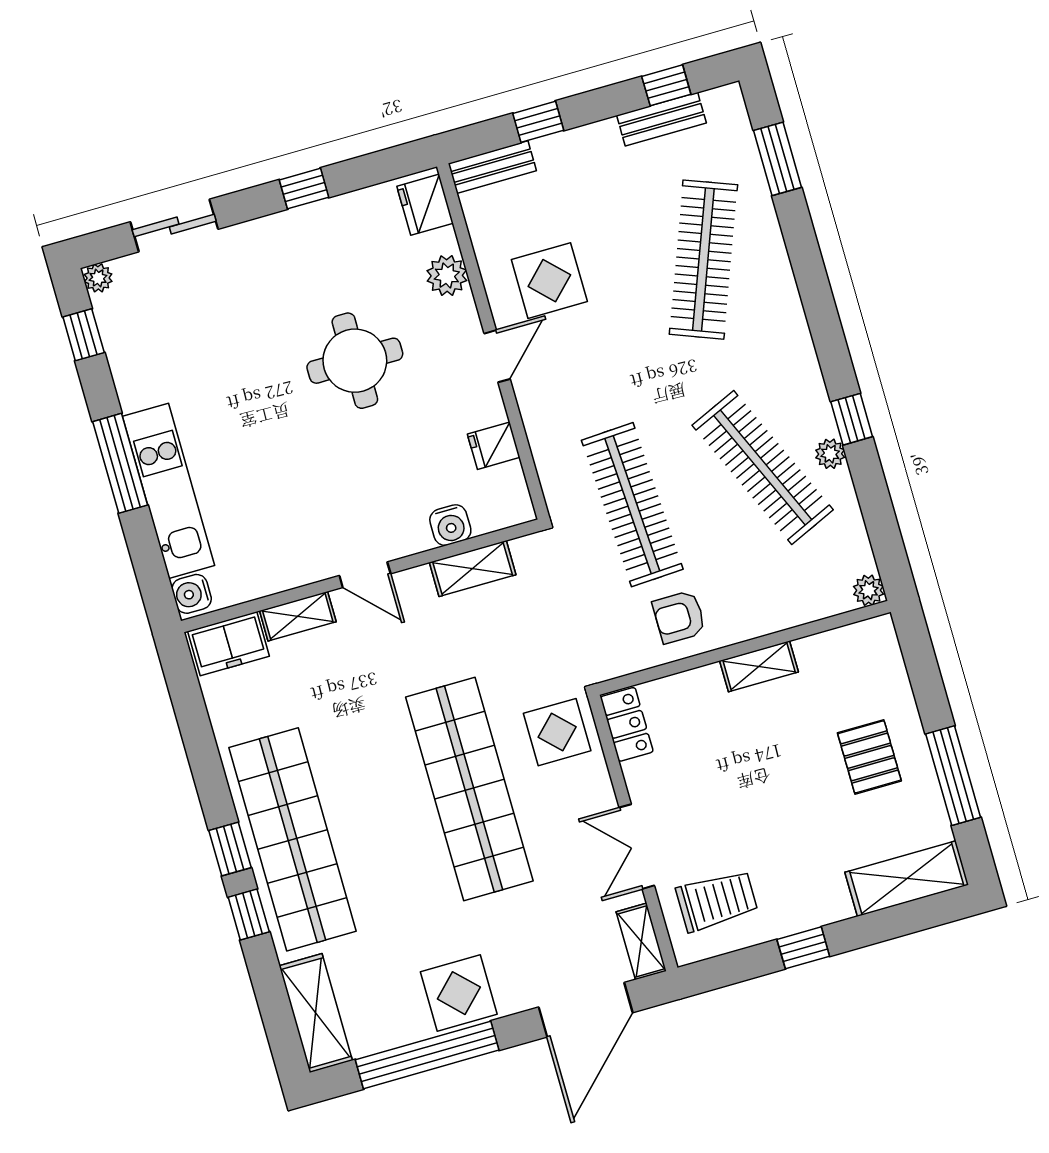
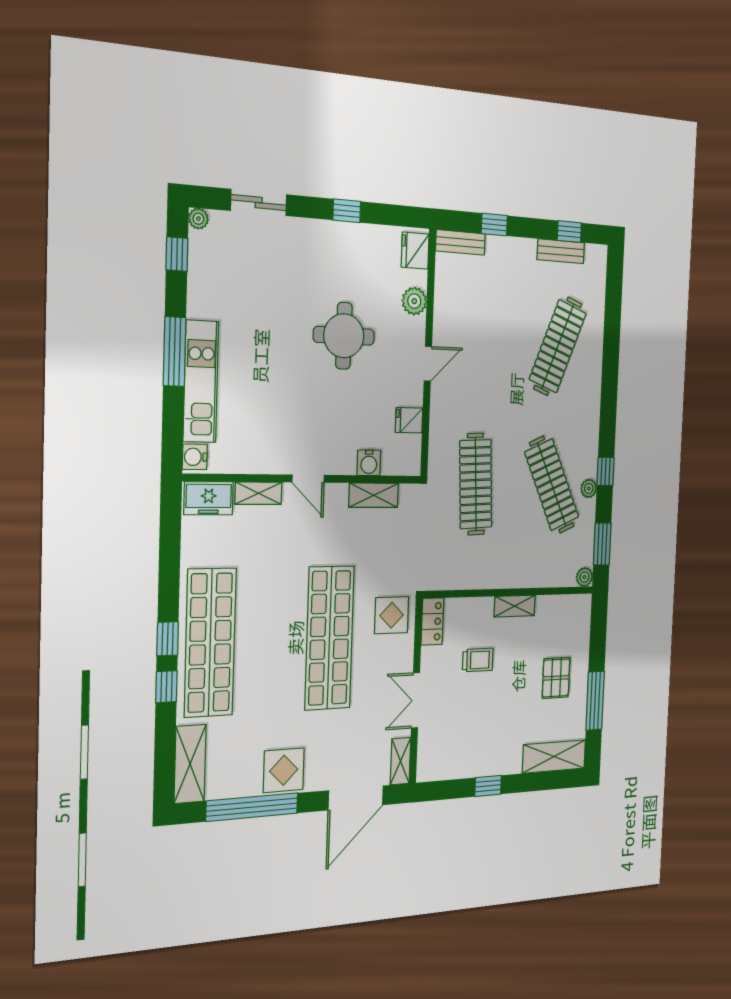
window: (777, 159) -> (602, 544), moved
display table: (549, 281) -> (471, 327), removed
armchair: (679, 617) -> (481, 563), removed
trolley: (717, 901) -> (478, 660), moved, width x0.73, depth x0.72

